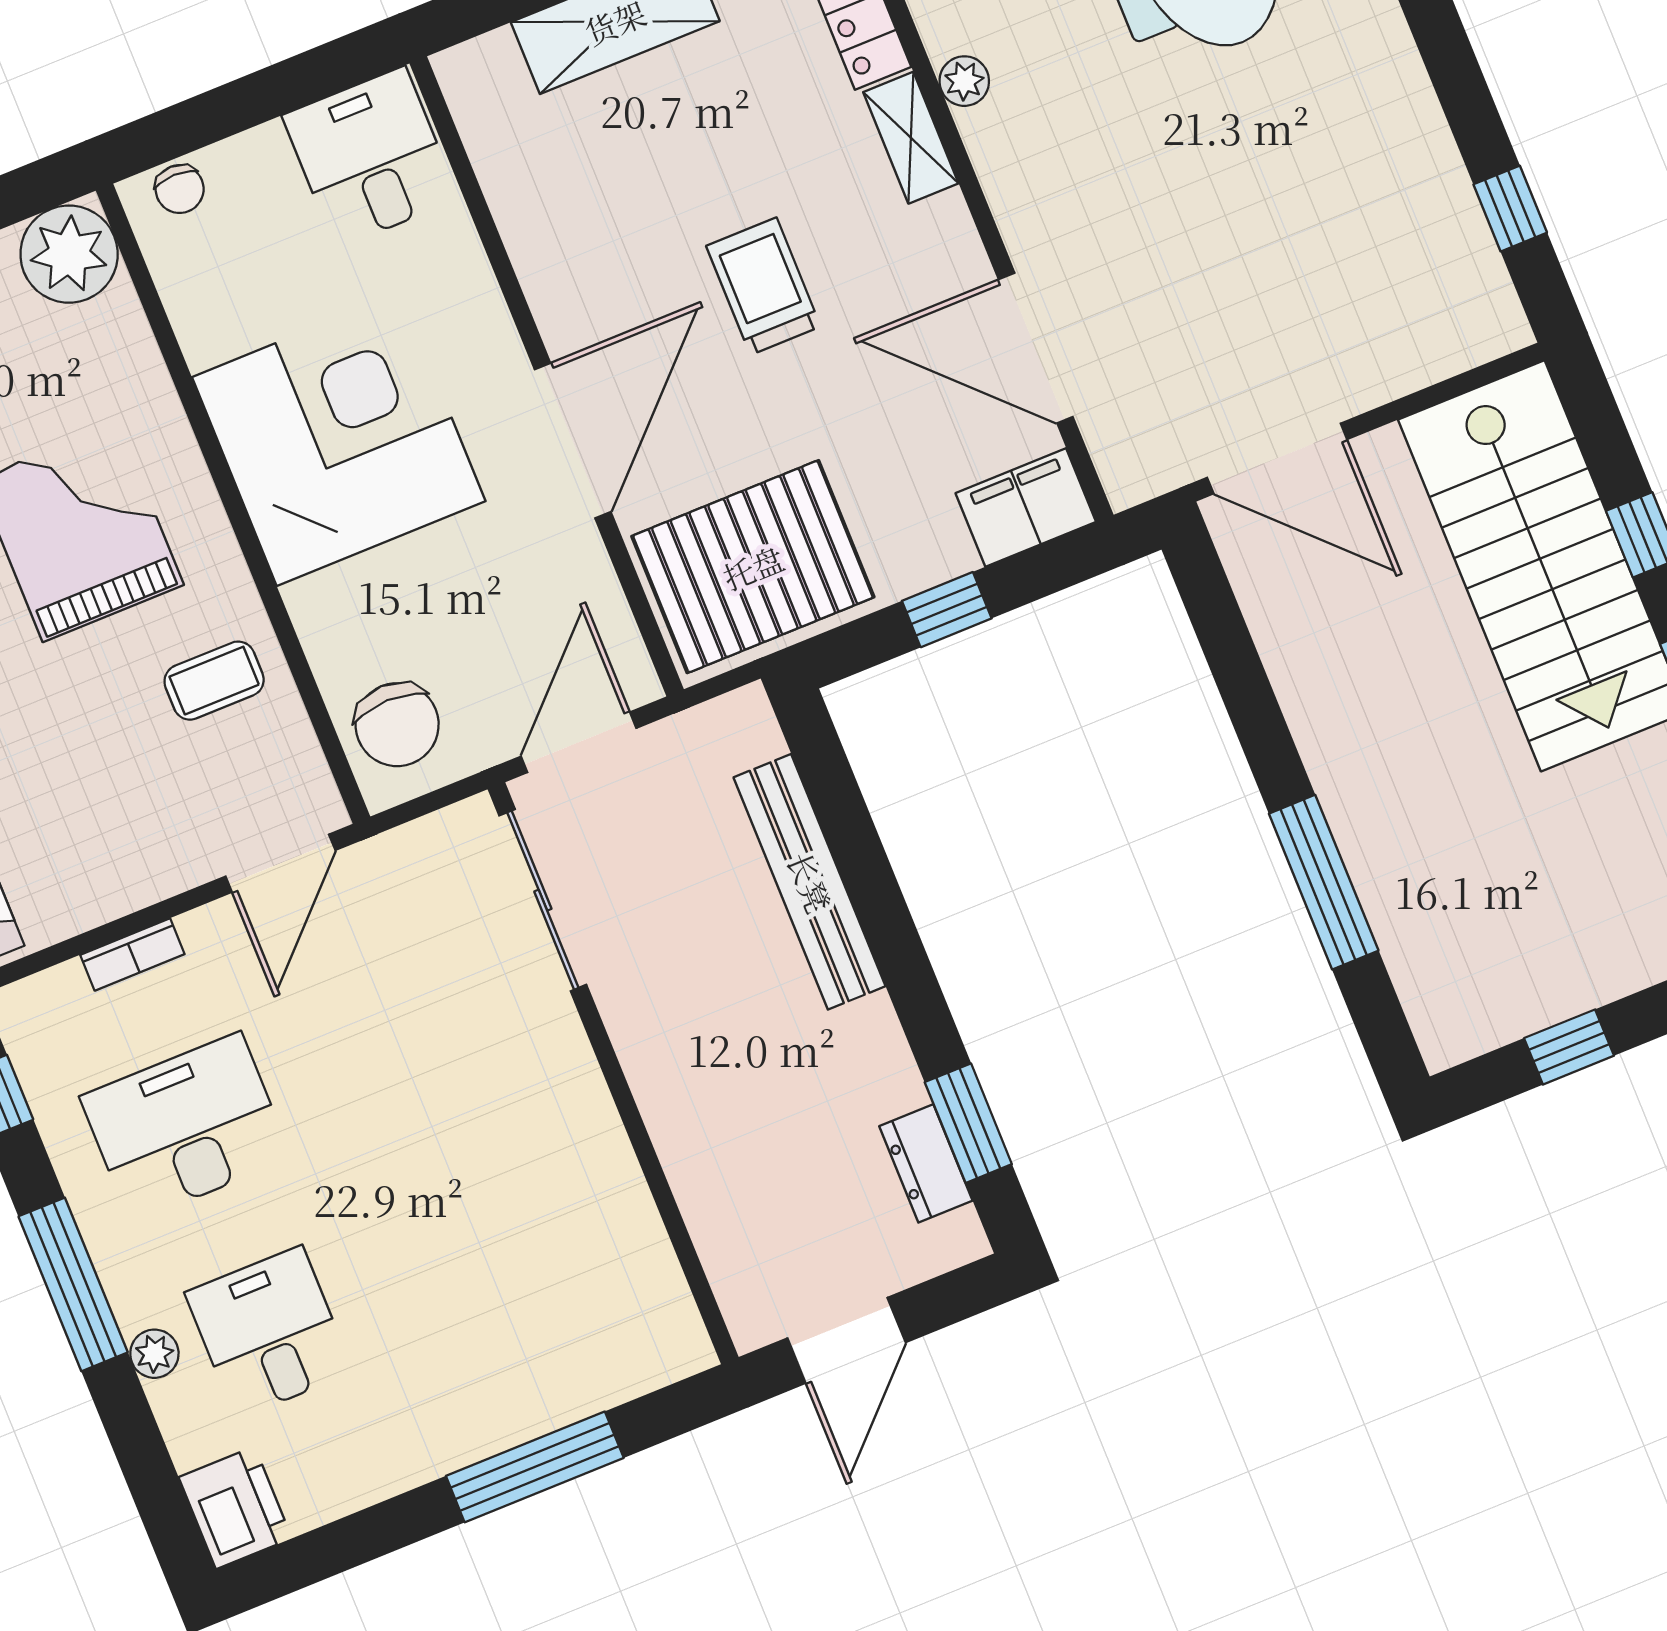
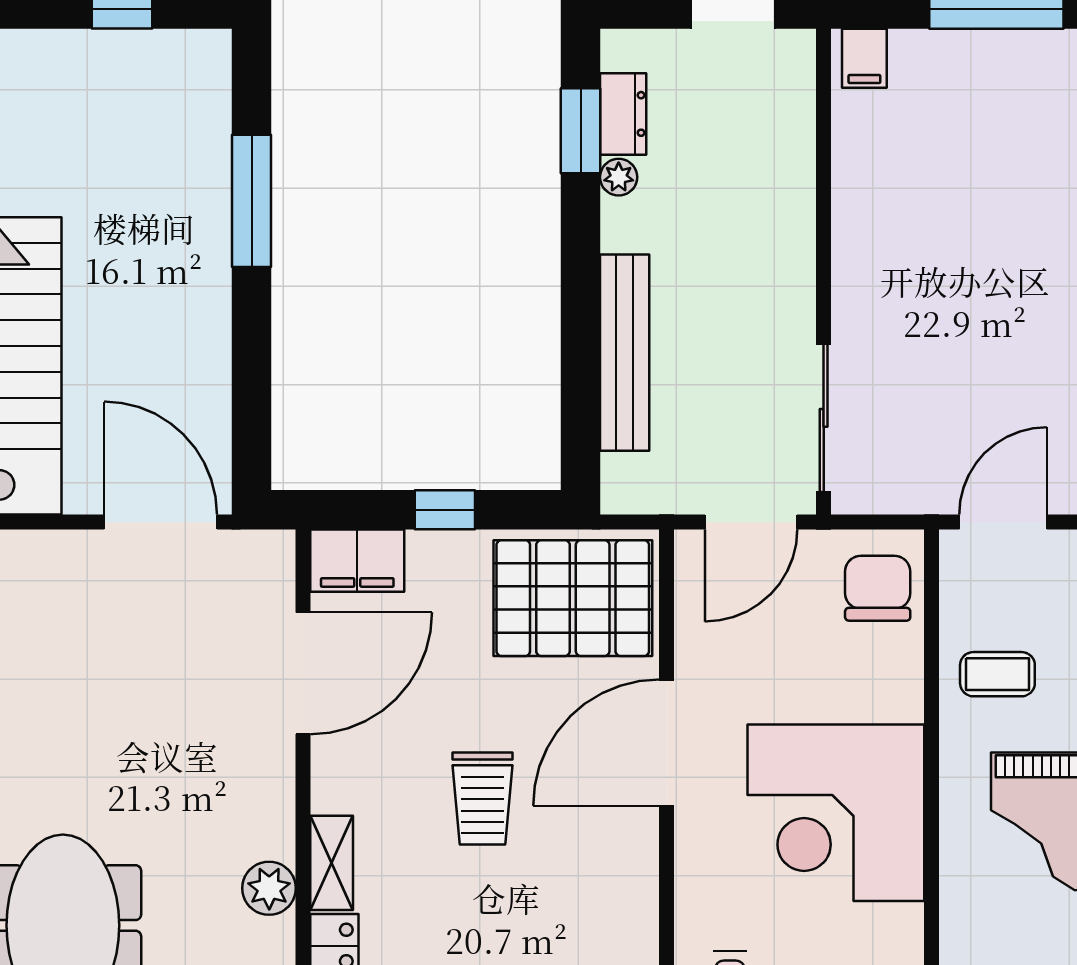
plant: (964, 81) -> (269, 888), width x1.38, depth x1.38
door: (1036, 348) -> (303, 673), hinge flipped
plant: (901, 1086) -> (619, 177), added
filing cabinet: (667, 1345) -> (864, 58), added

